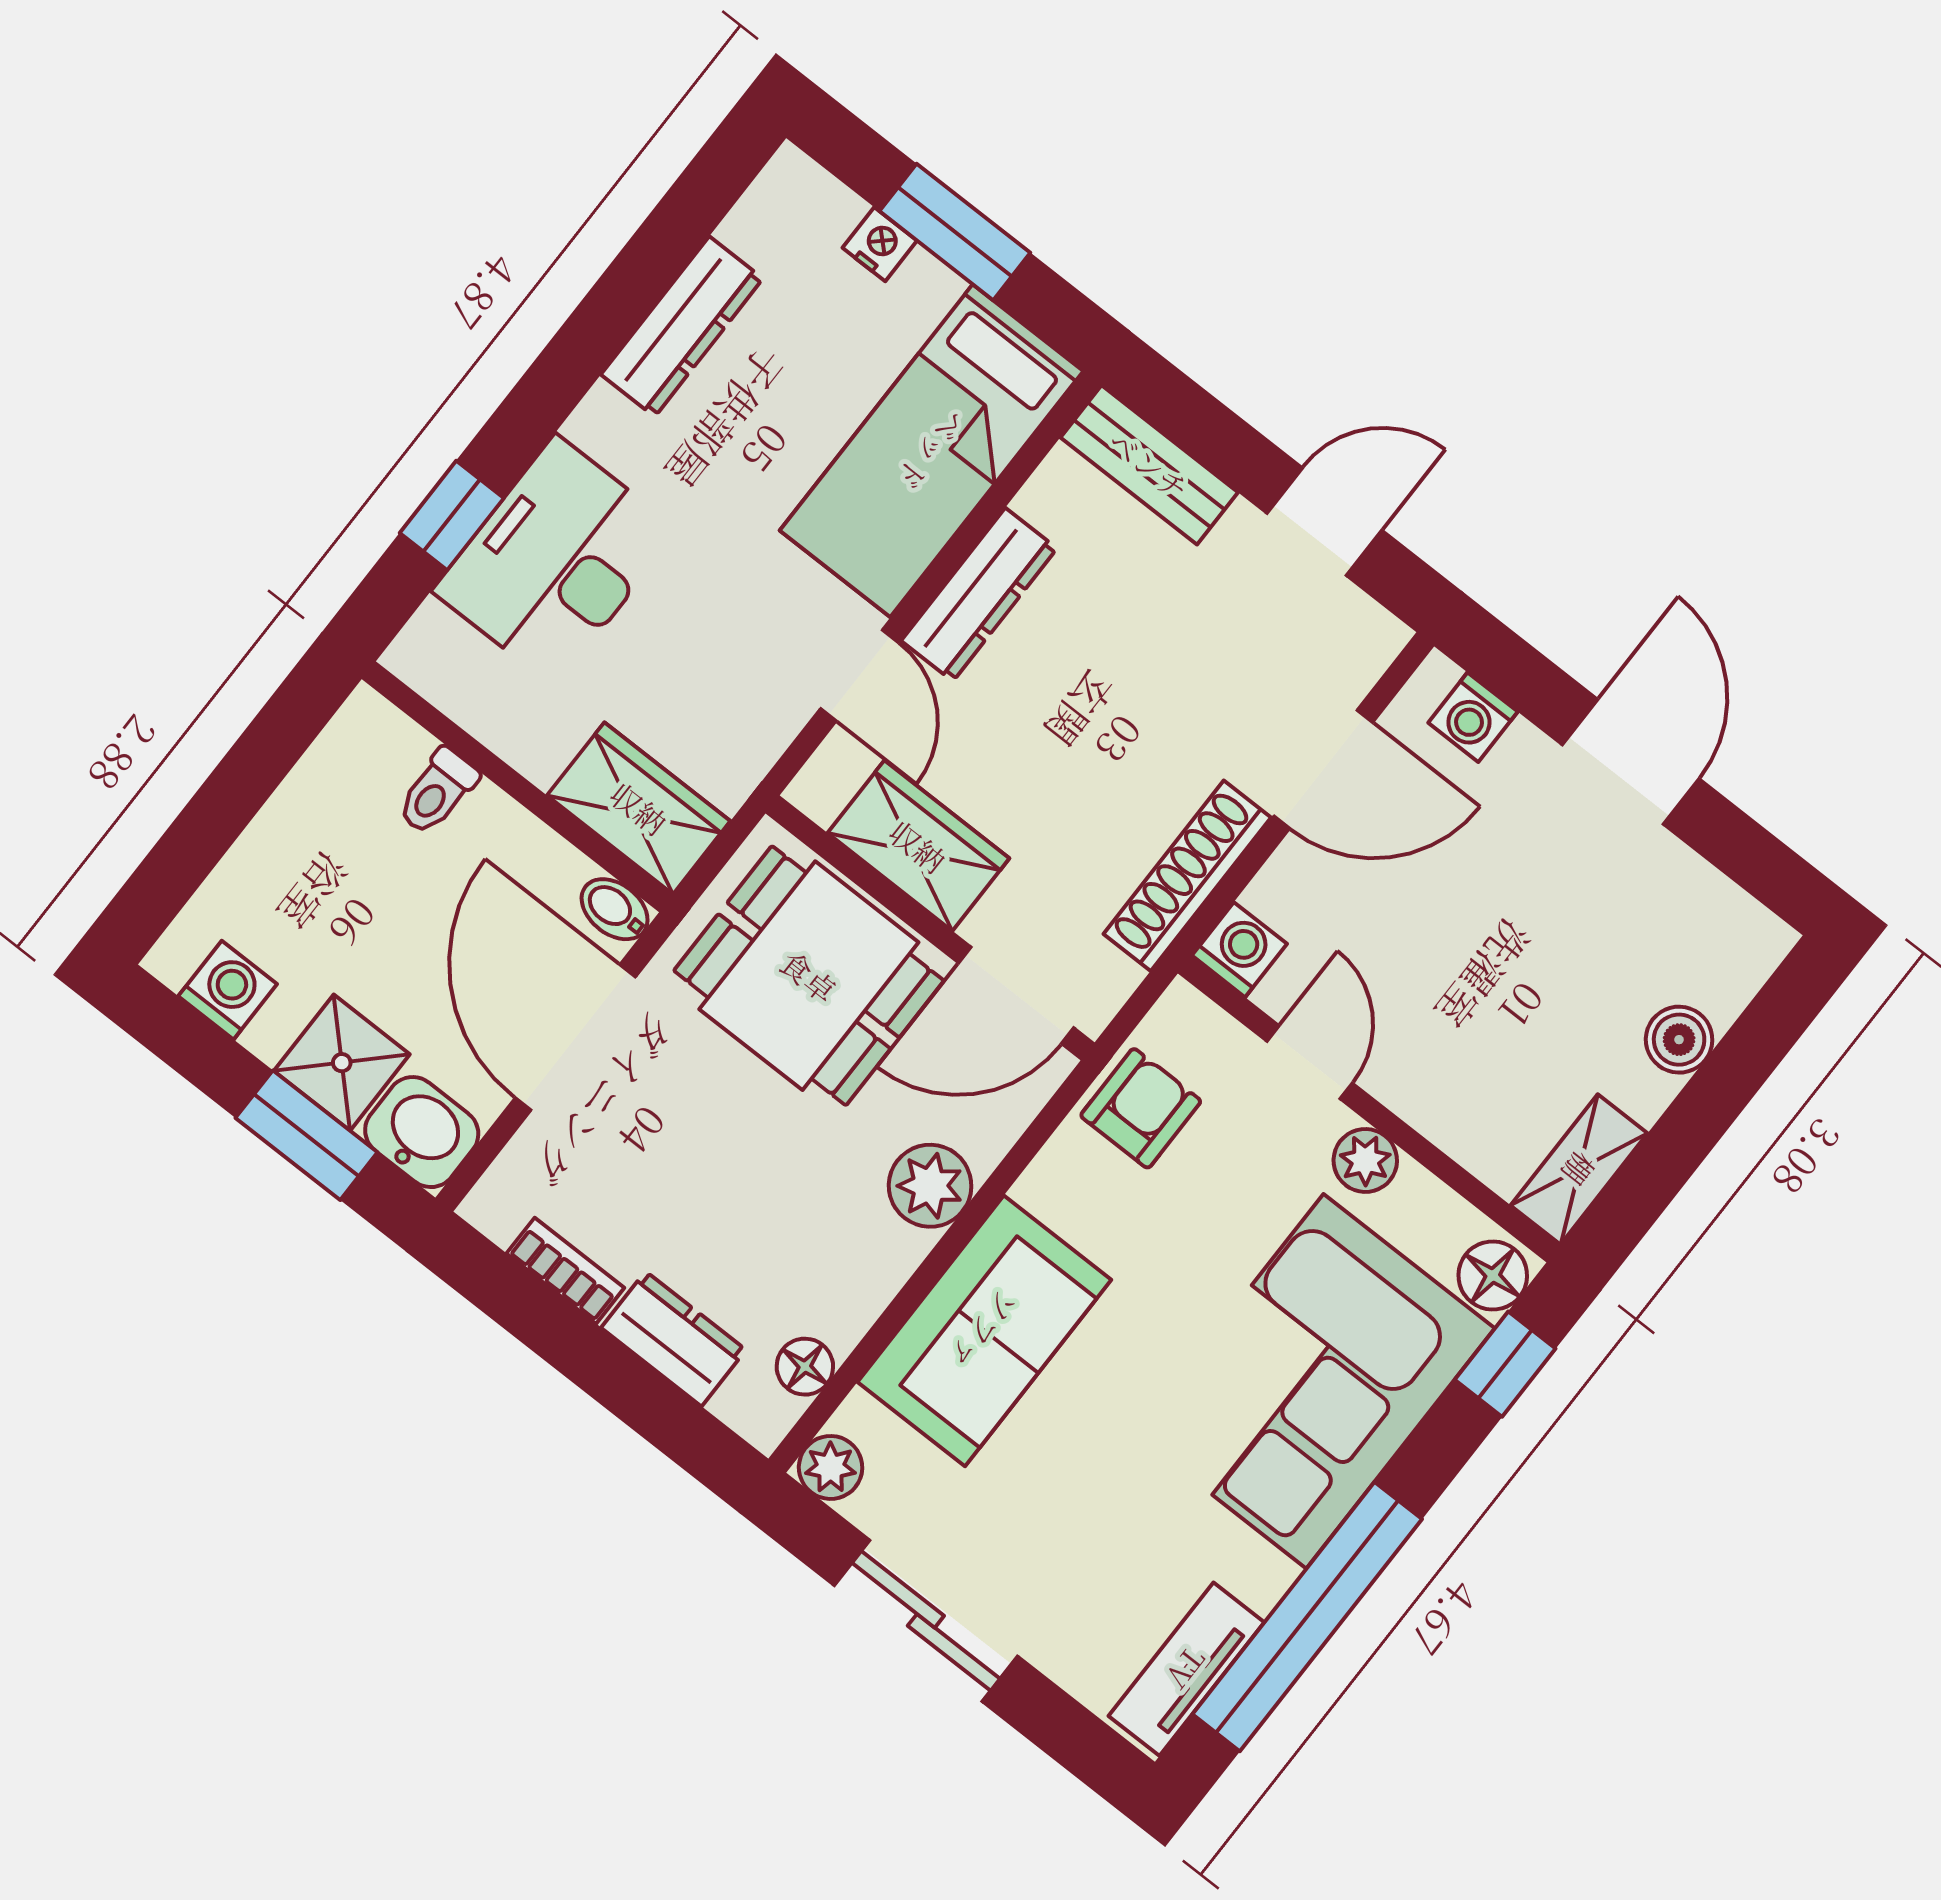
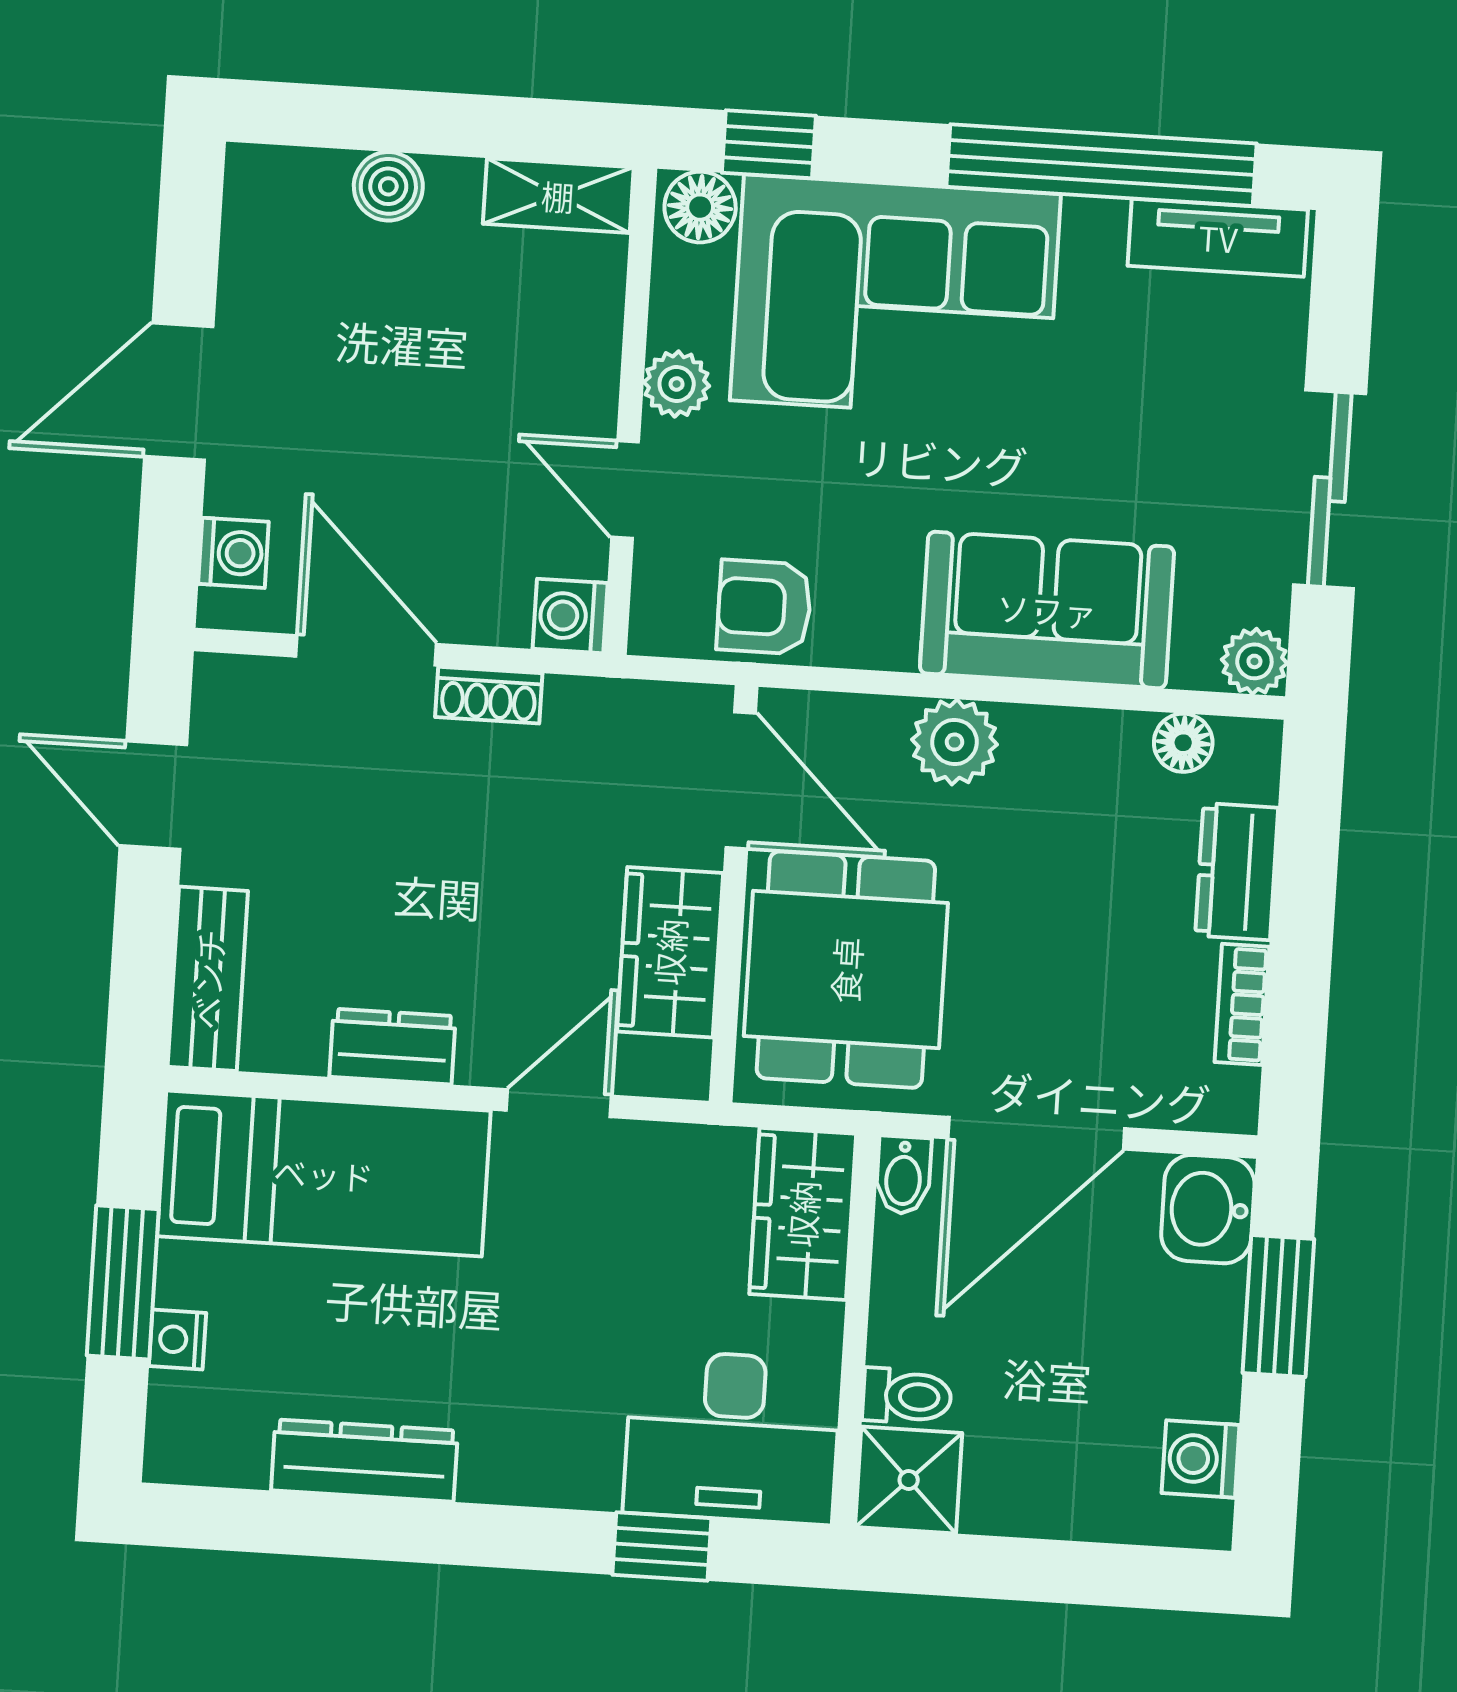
desk: (555, 561) -> (732, 1437), moved
dresser: (979, 595) -> (393, 1046), width x0.70
shoe rack: (1187, 876) -> (489, 695), width x0.51, depth x0.81
door: (1310, 1062) -> (625, 490), hinge flipped
shower: (342, 1063) -> (909, 1480), moved

